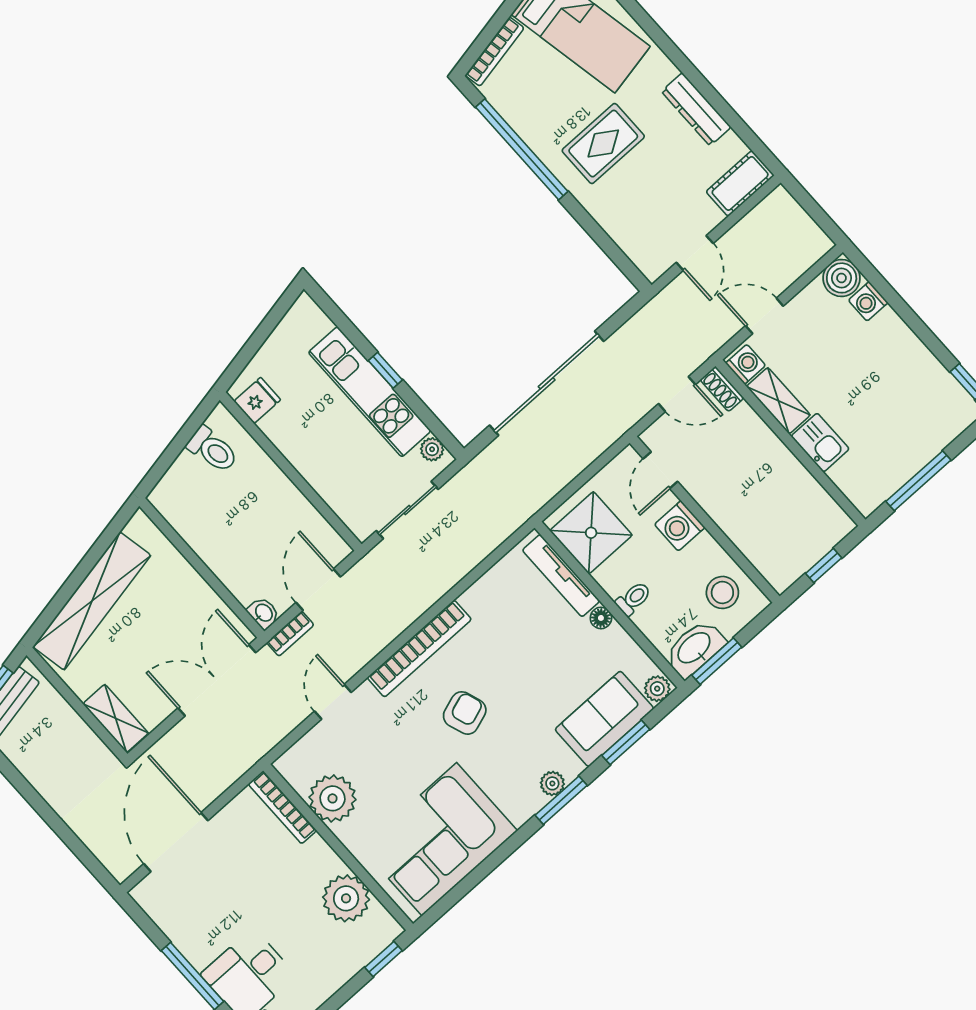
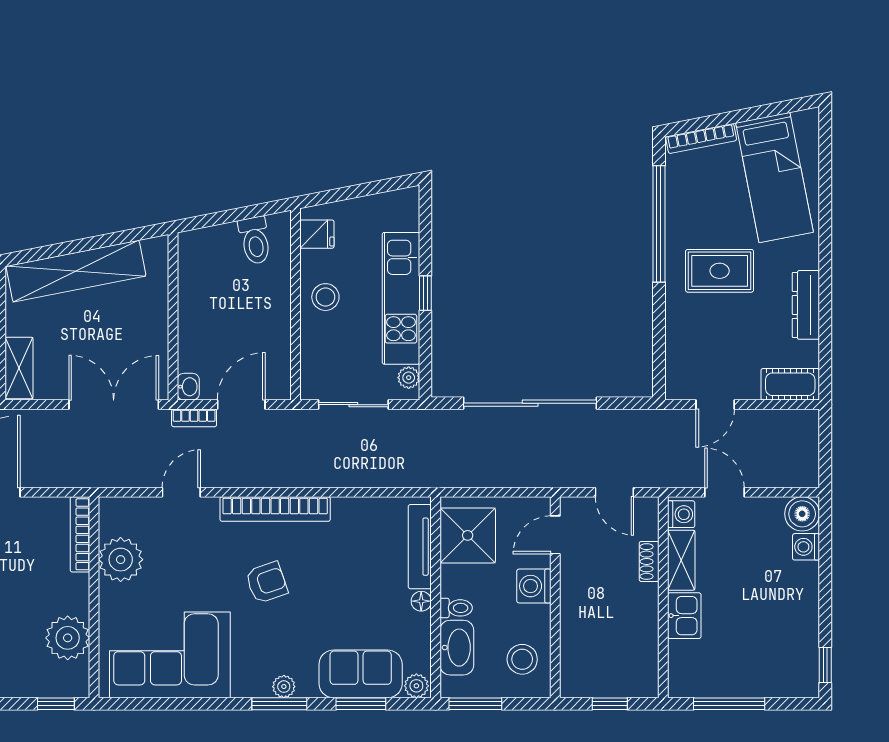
shoe rack: (722, 389) -> (649, 561), moved
stool: (309, 444) -> (325, 297), added
washbasin: (695, 649) -> (457, 648), moved, turned 90

